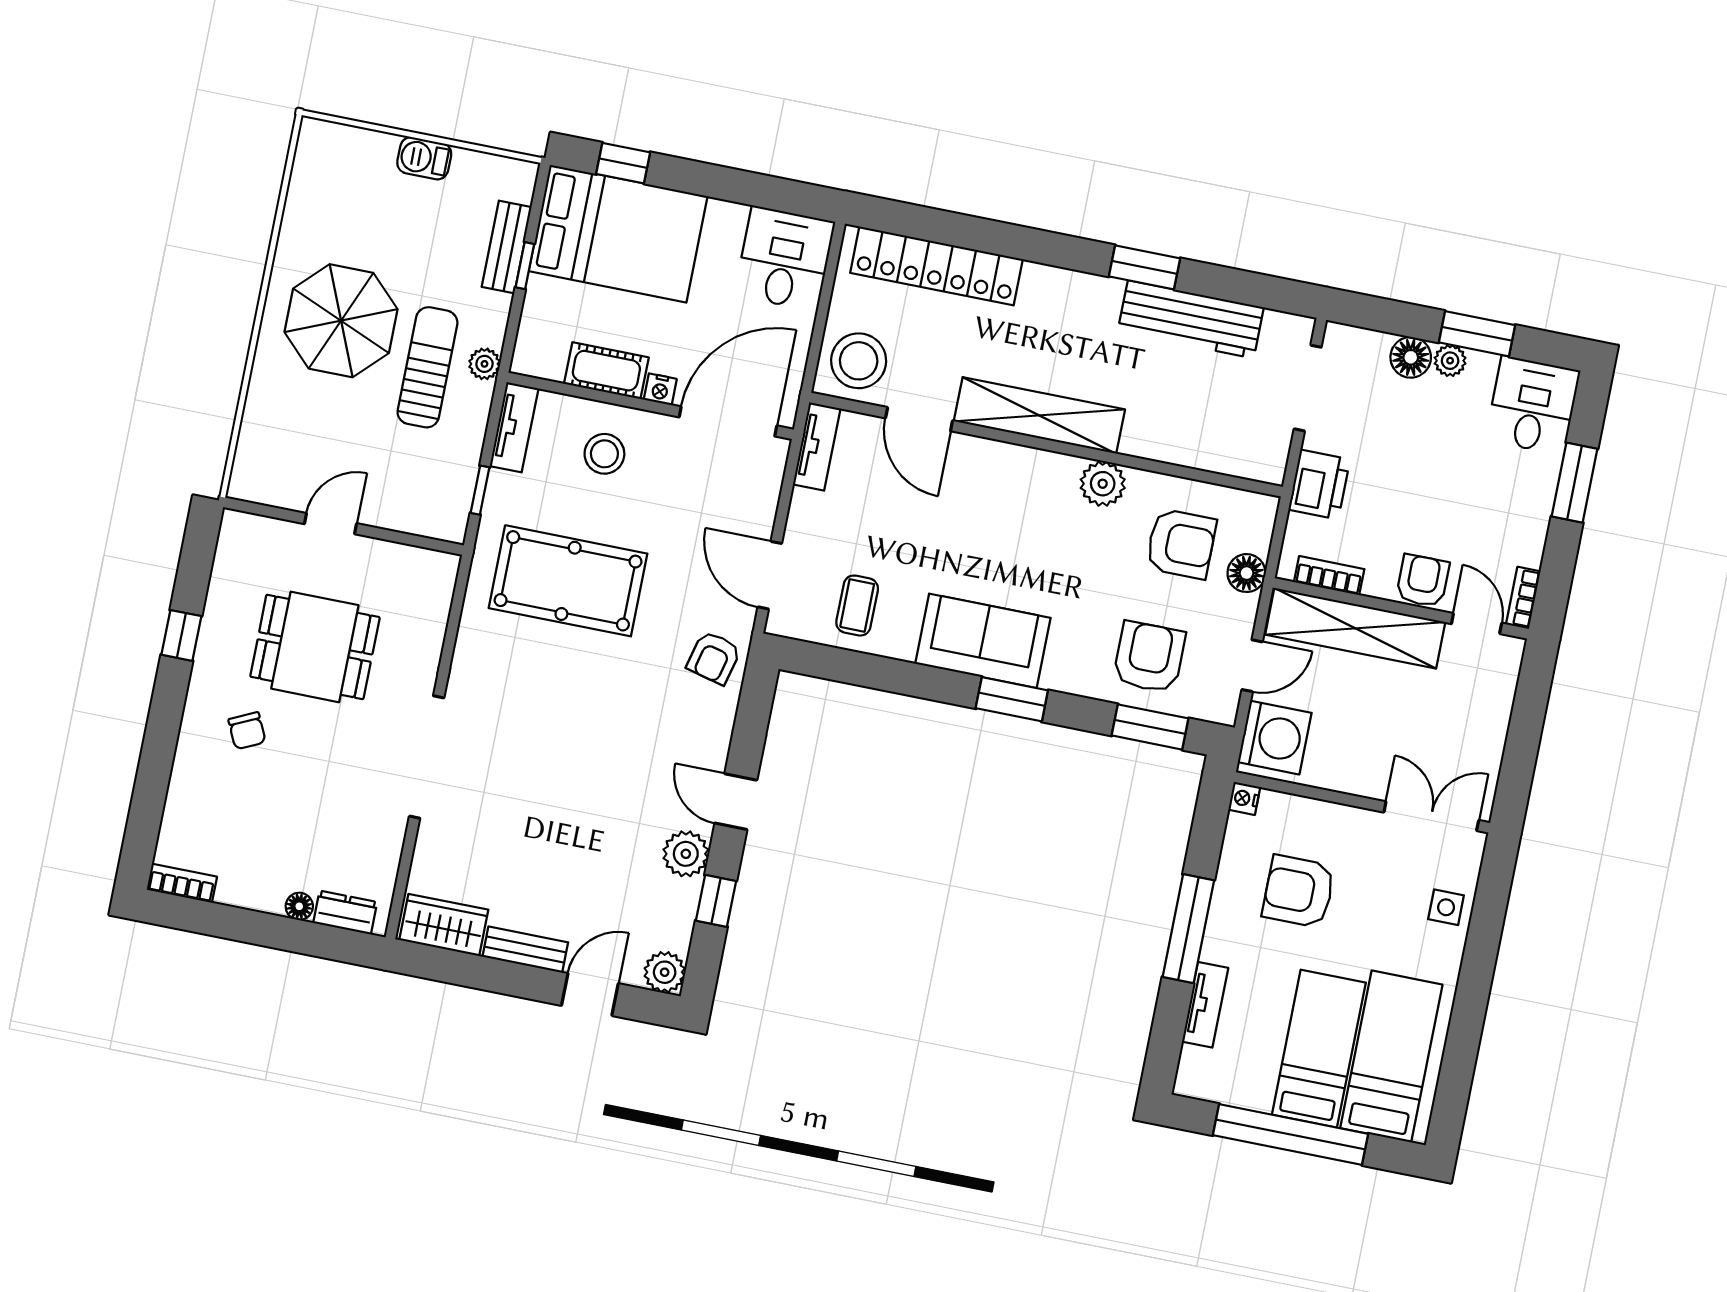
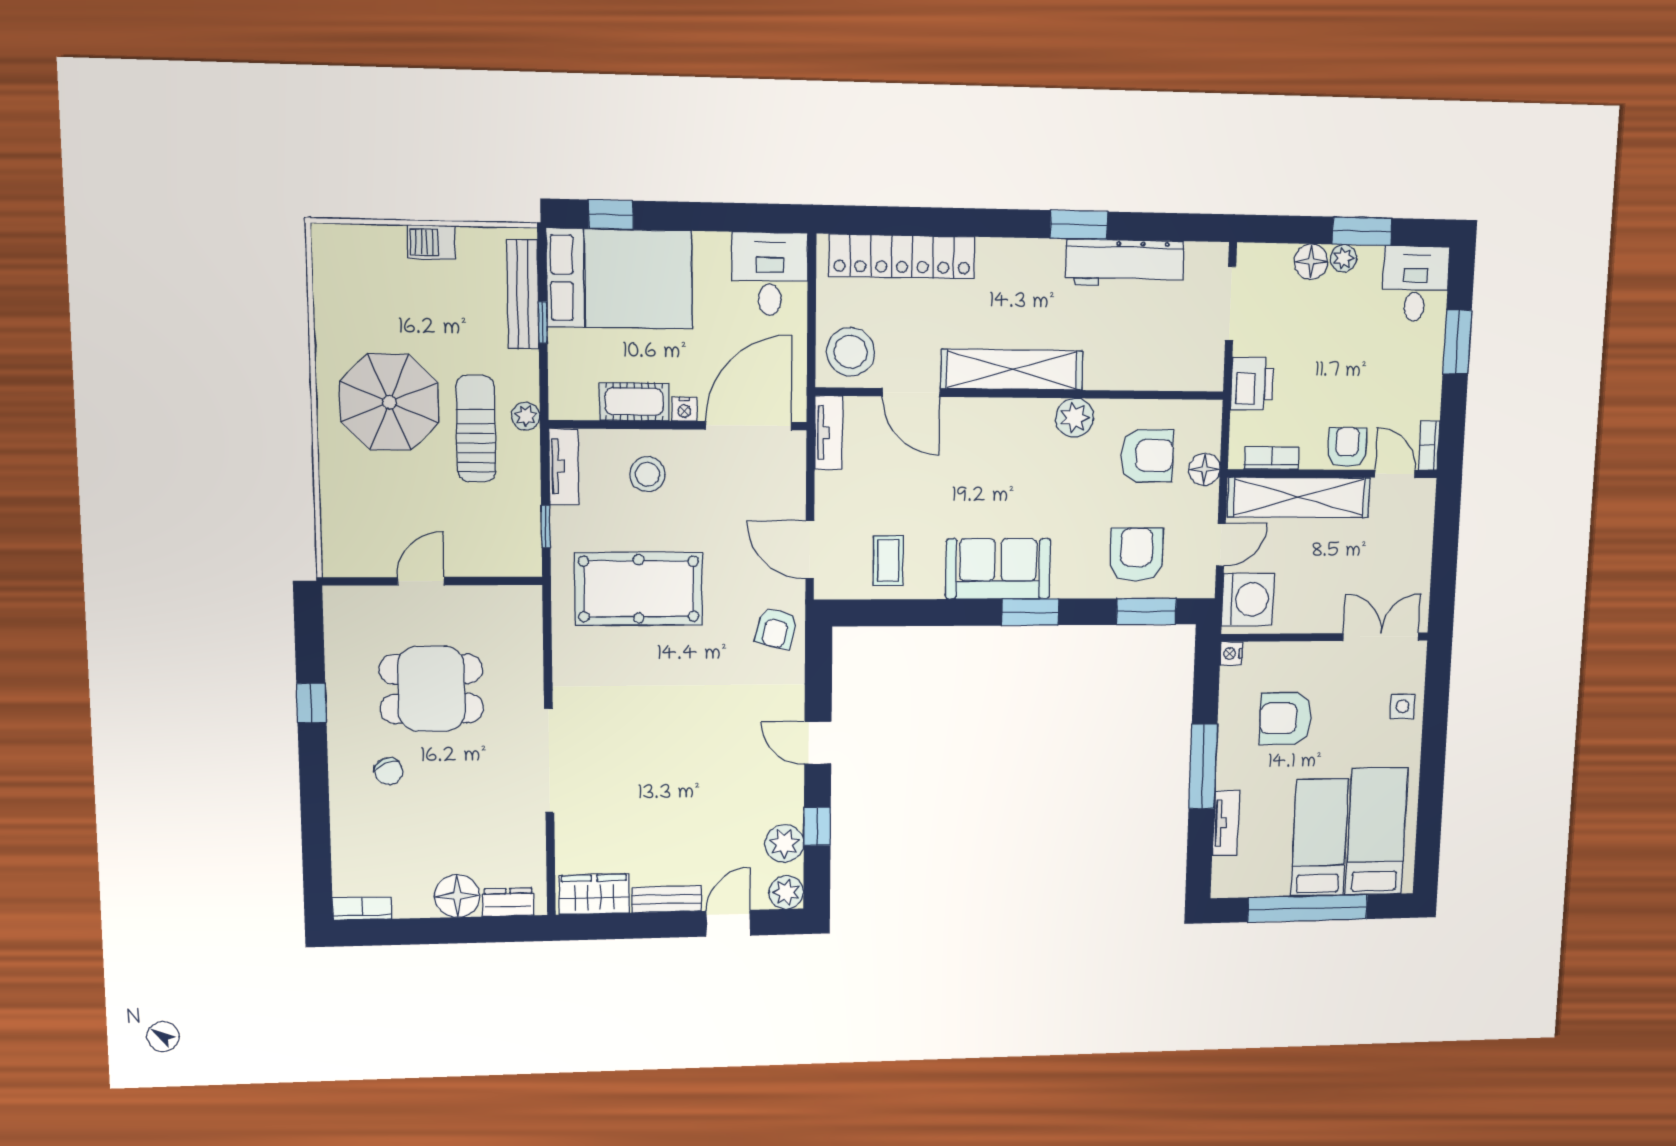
bench: (507, 247) -> (523, 294), width x1.36
plant: (686, 854) -> (784, 843), moved
floor lamp: (299, 906) -> (457, 896), width x1.89, depth x1.89

